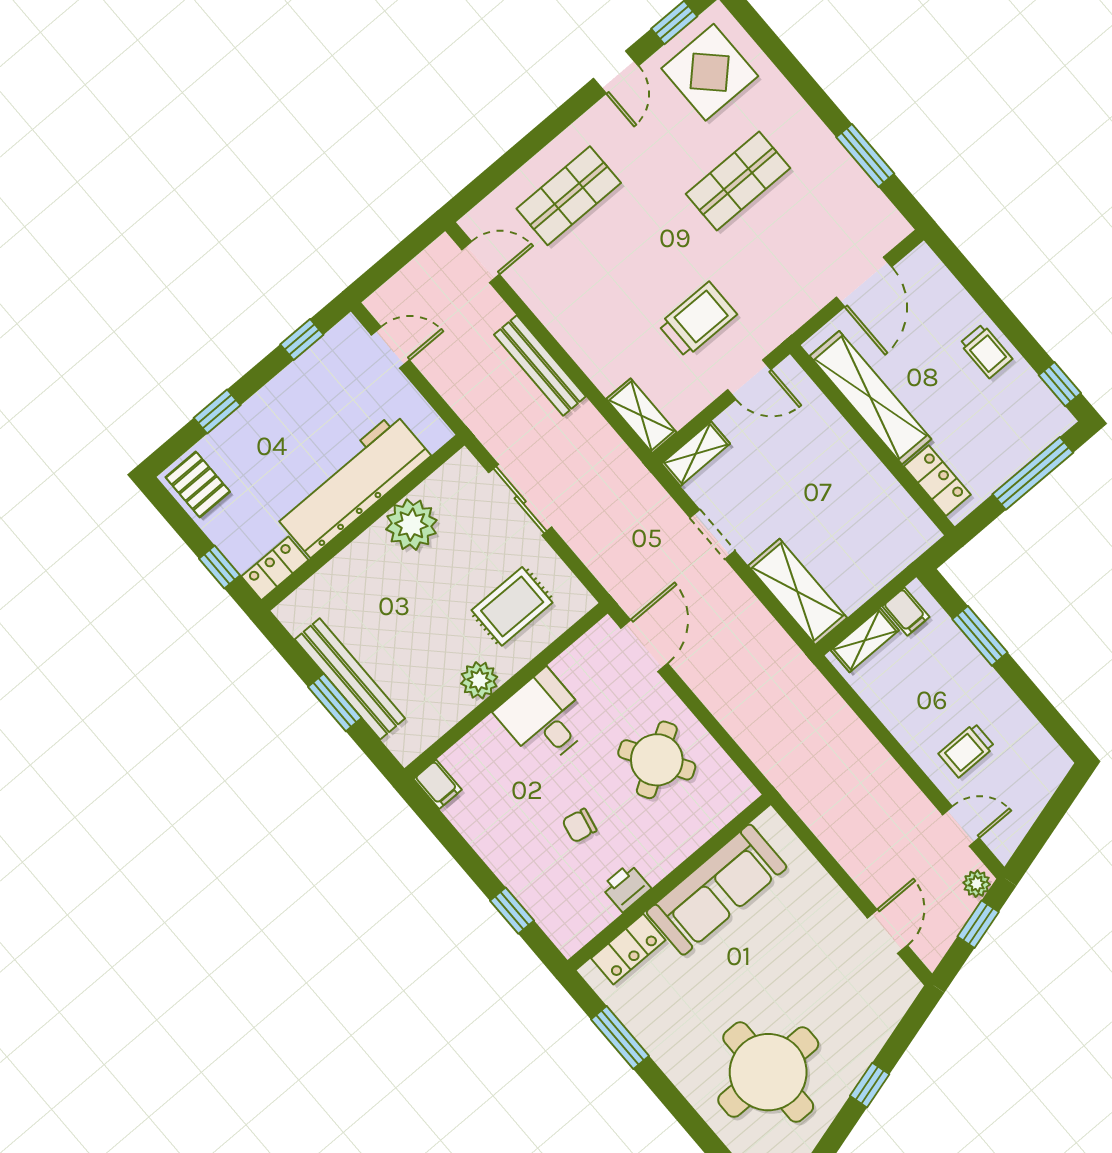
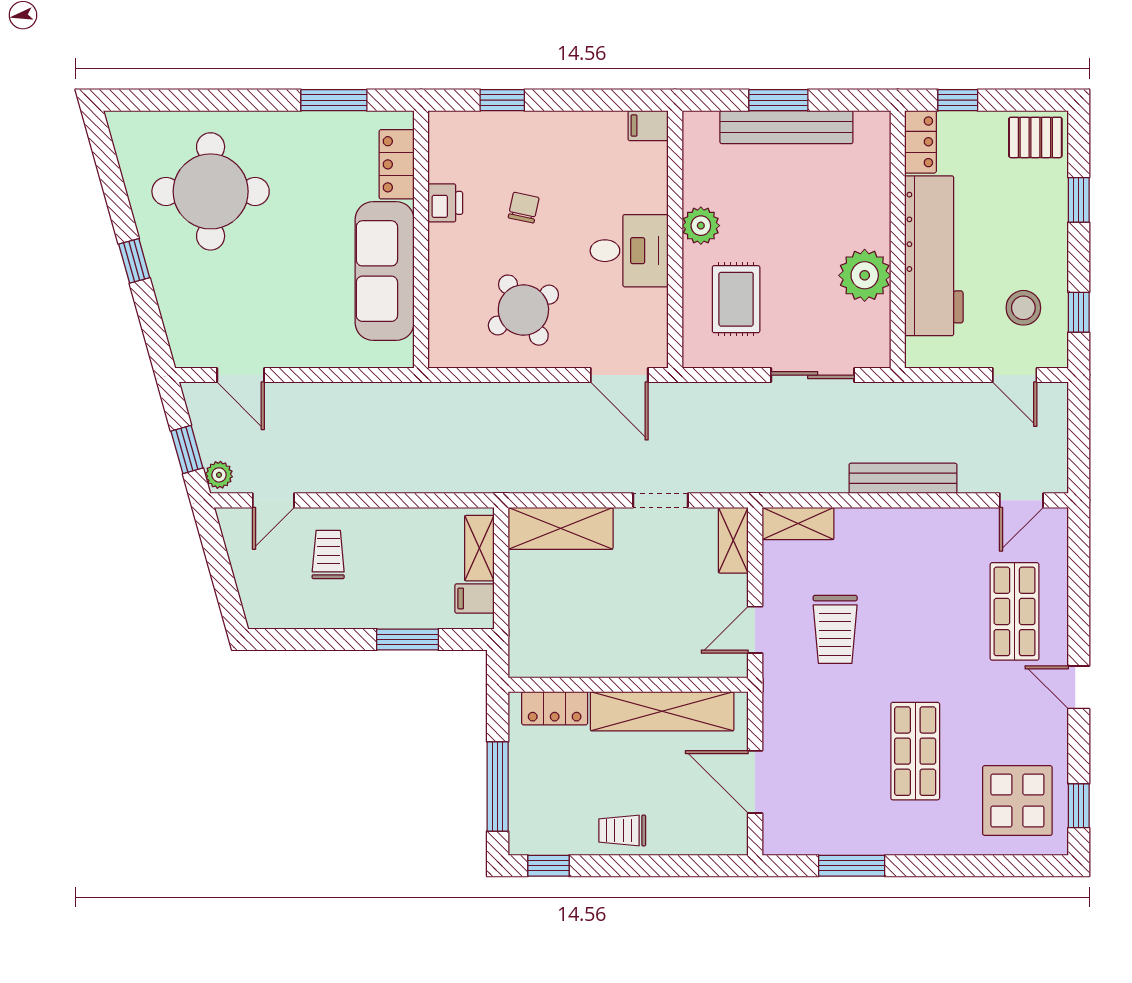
door: (616, 72) -> (1079, 687), moved
door: (390, 347) -> (1015, 375), hinge flipped
stool: (334, 384) -> (1023, 308), added

